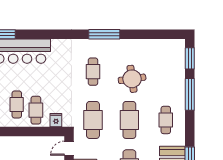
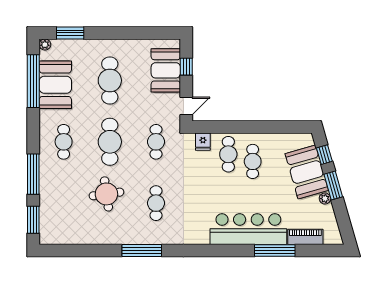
cafe table: (93, 120) -> (156, 142), width x0.73, depth x0.74

